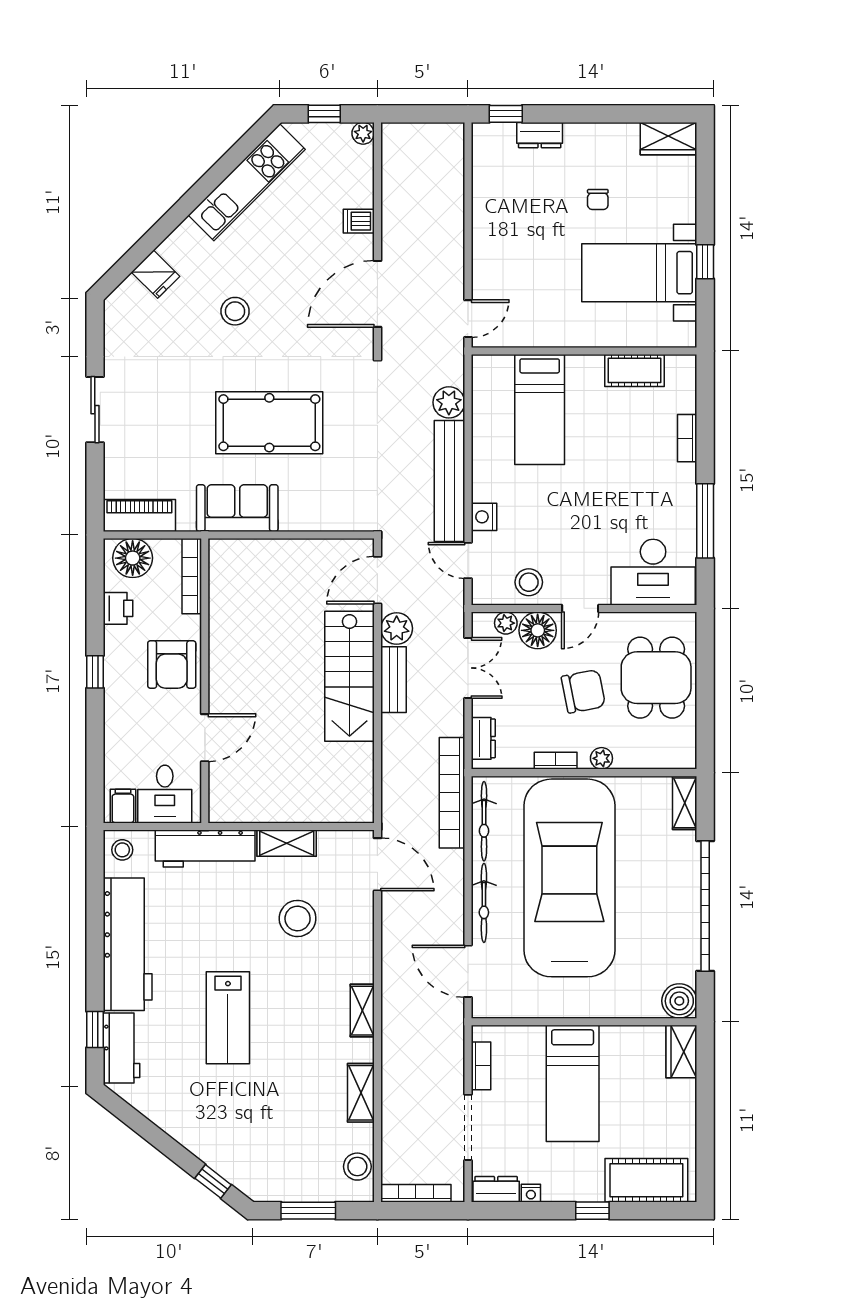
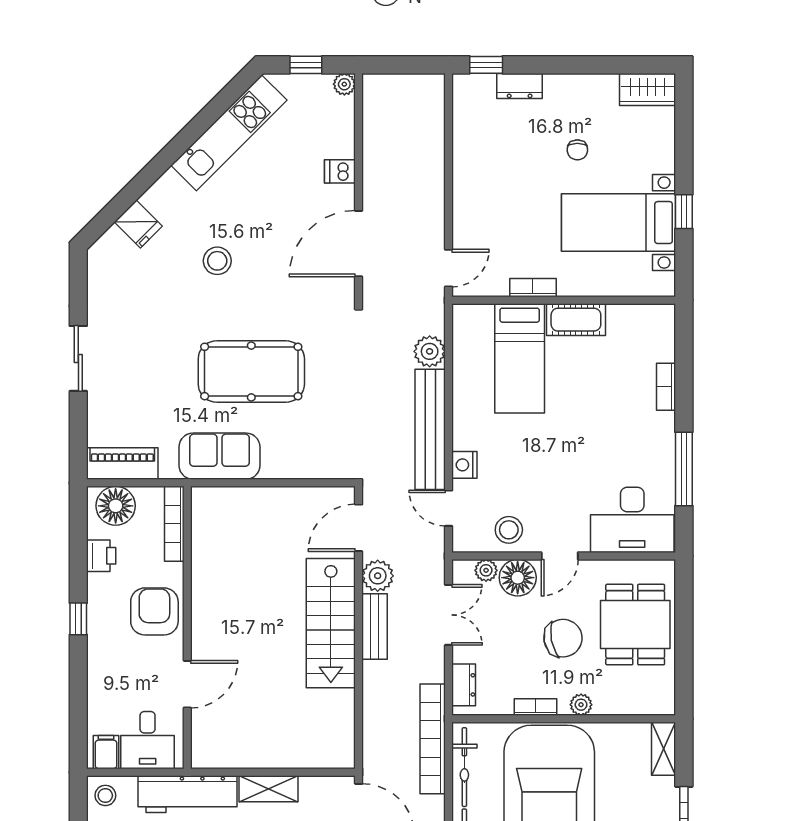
bookcase: (553, 338) -> (533, 288), added
cot: (634, 370) -> (576, 320), moved
armchair: (172, 664) -> (154, 611), turned 180

